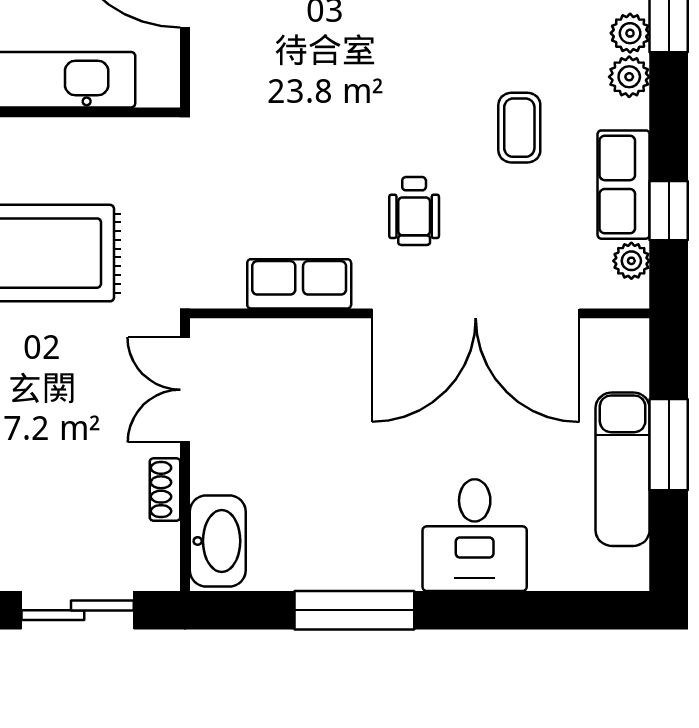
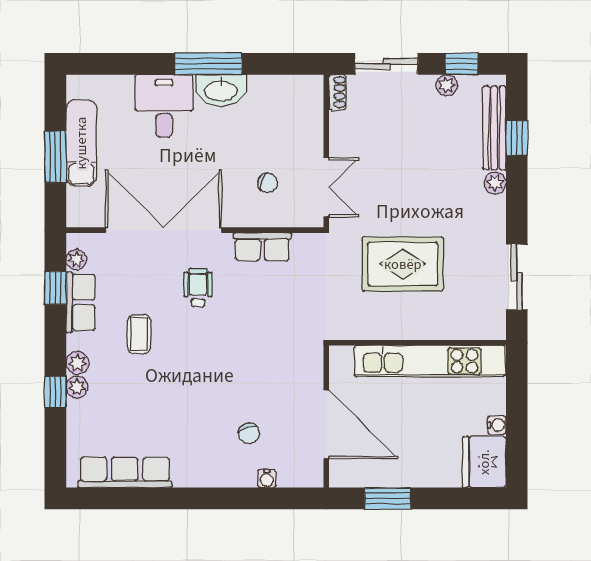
chair: (290, 398) -> (268, 183), added
shoe rack: (165, 489) -> (338, 92), moved
washbasin: (218, 541) -> (221, 90), moved, turned -90
window: (354, 610) -> (208, 64), moved

